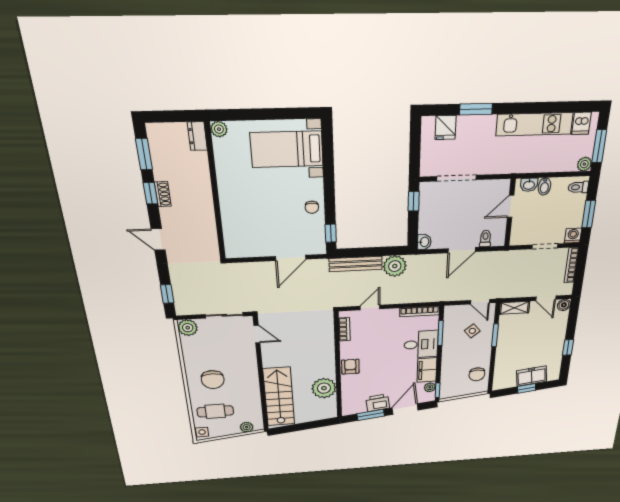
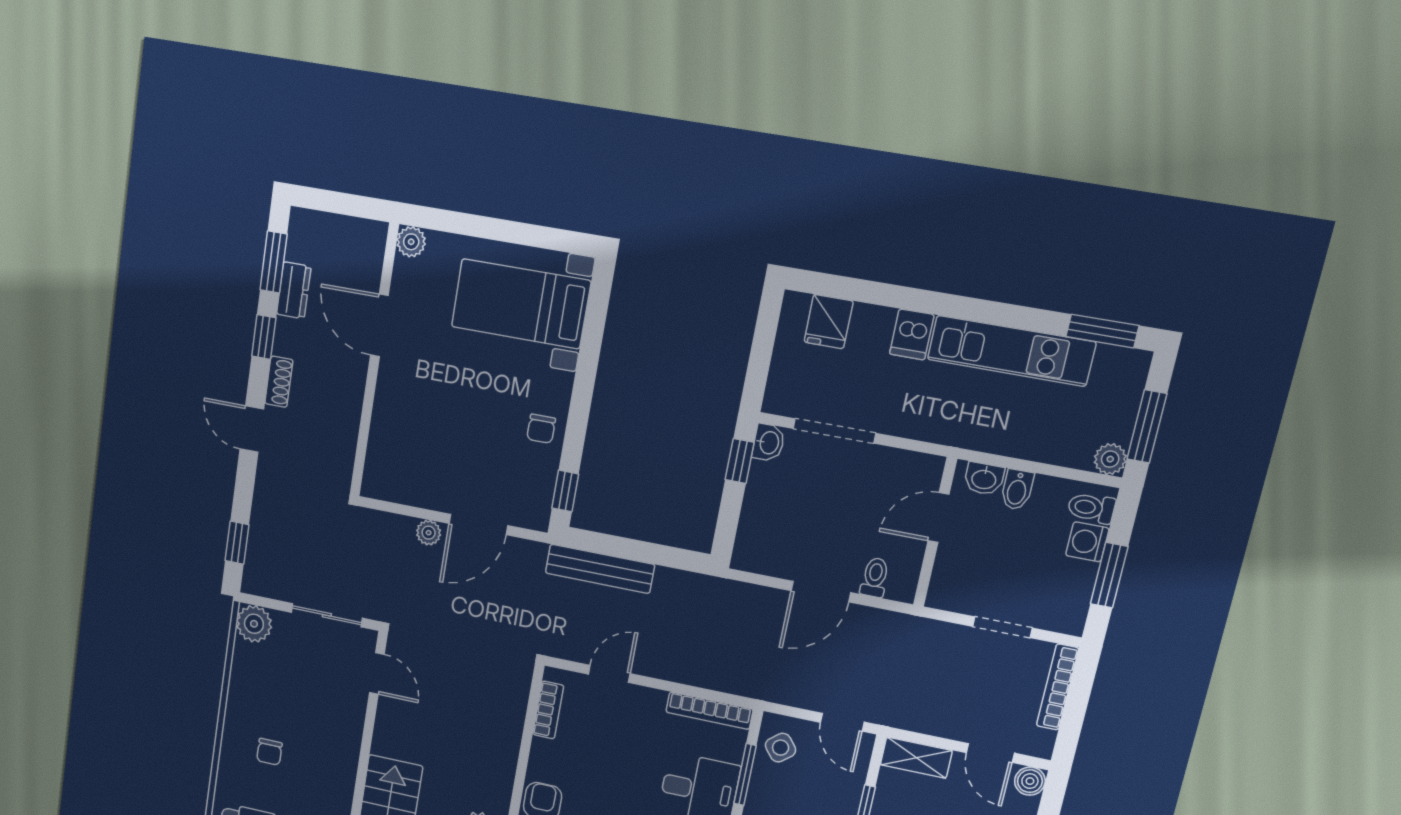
window: (476, 109) -> (1102, 331), moved
dishwasher: (581, 123) -> (912, 334), moved
dresser: (197, 136) -> (294, 290), moved, turned 180
door: (213, 175) -> (379, 325), added
shoe rack: (163, 194) -> (279, 382), moved
washing machine: (573, 236) -> (1087, 542), moved, turned -90
washbasin: (424, 242) -> (769, 443), moved
plant: (395, 266) -> (429, 533), moved, width x0.53, depth x0.53
side table: (472, 331) -> (781, 748), moved
chair: (213, 380) -> (269, 752), width x0.54, depth x0.54

